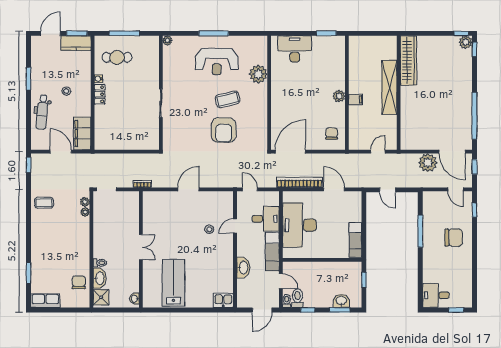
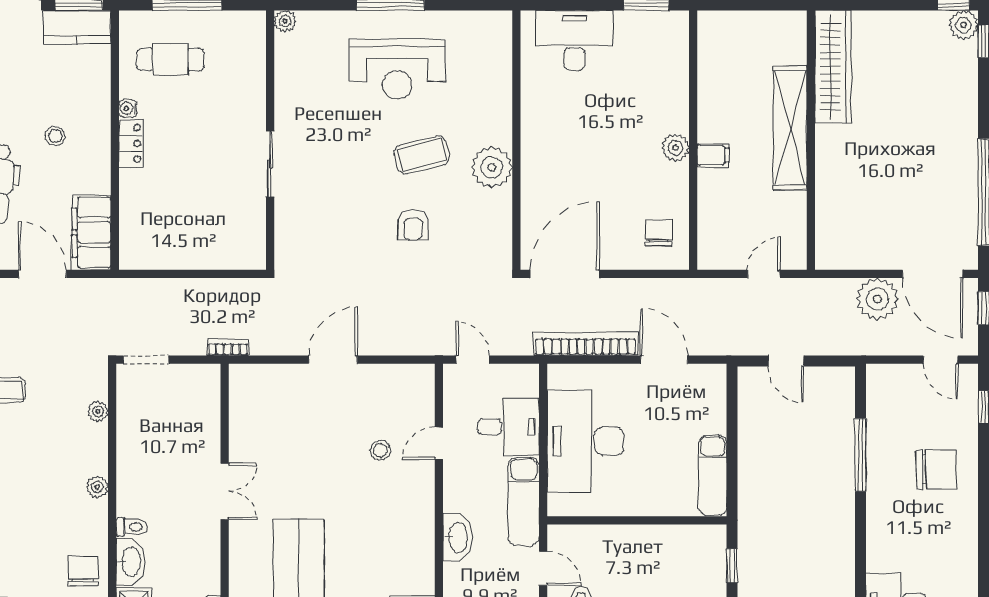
plant: (258, 74) -> (492, 167), moved
armchair: (224, 130) -> (413, 225), width x0.53, depth x0.53
plant: (85, 202) -> (97, 487), moved

